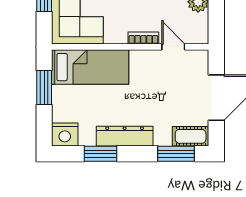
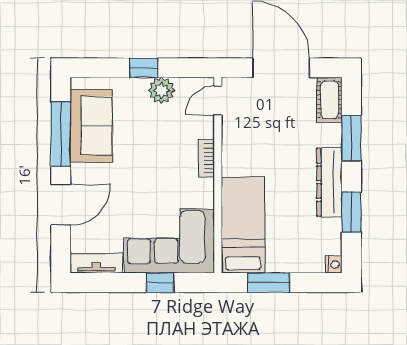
door: (173, 47) -> (218, 101), moved
nightstand: (65, 134) -> (334, 265), width x0.53, depth x0.56
window: (176, 154) -> (351, 138), moved

